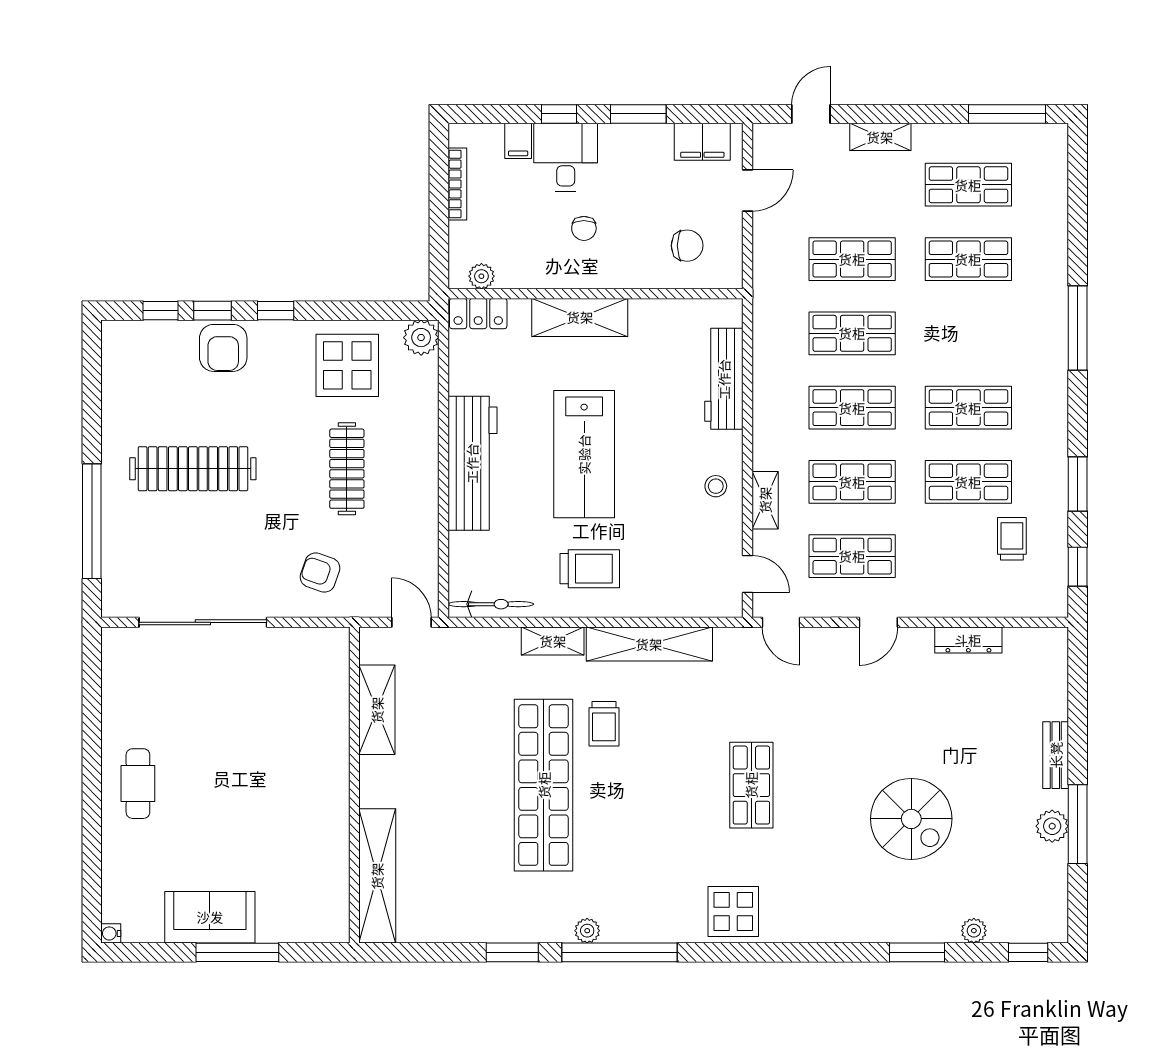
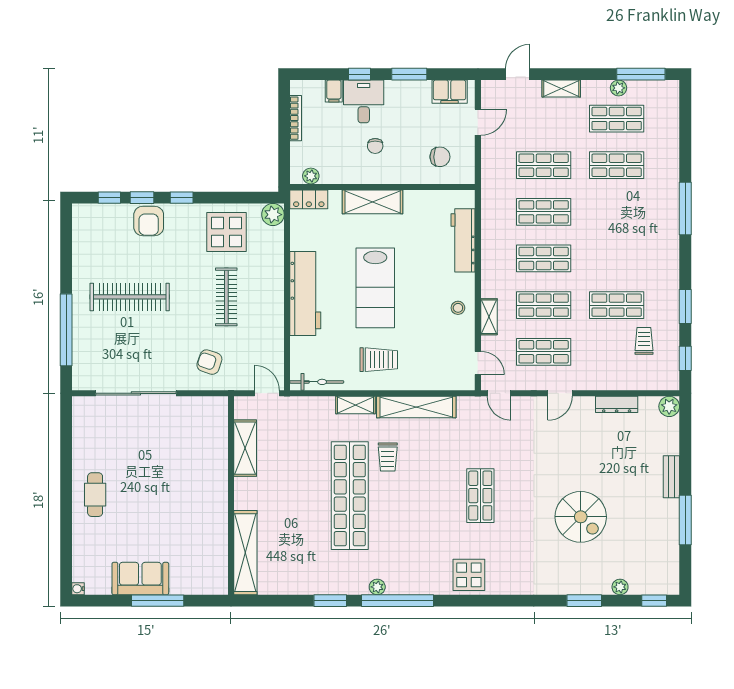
plant: (971, 136) -> (619, 88), added
shop shelf: (968, 408) -> (617, 258), removed
plant: (1052, 826) -> (669, 406), moved

